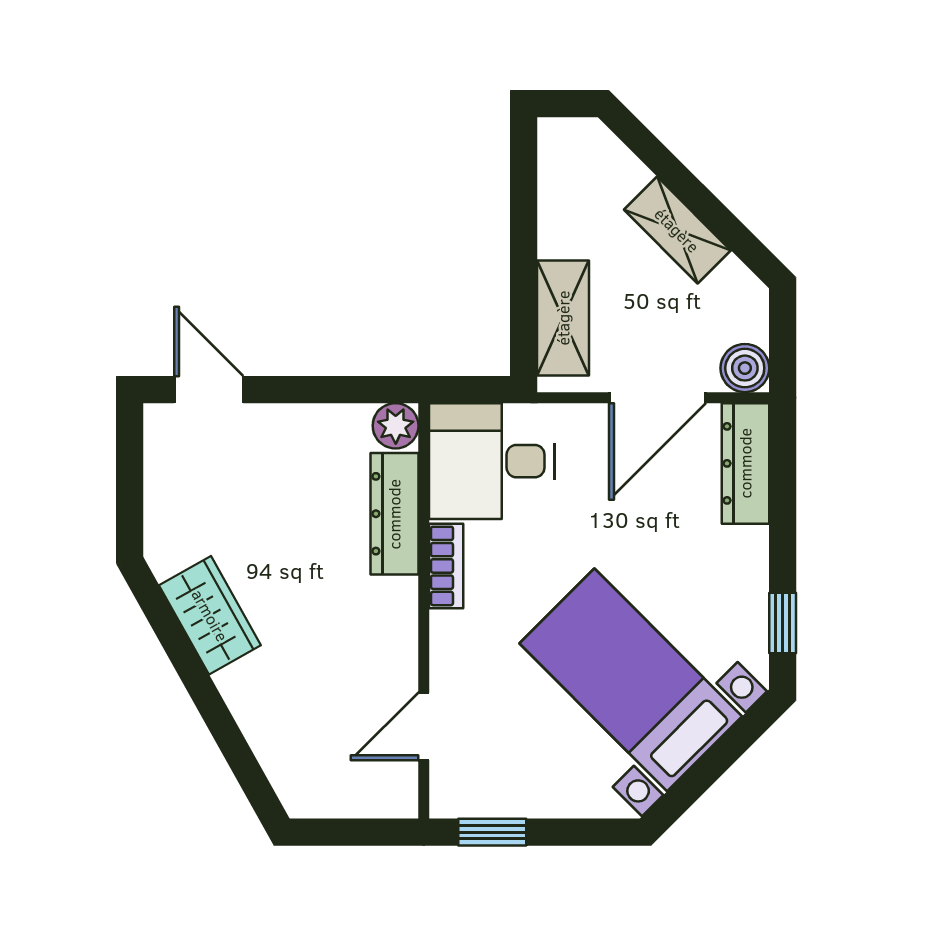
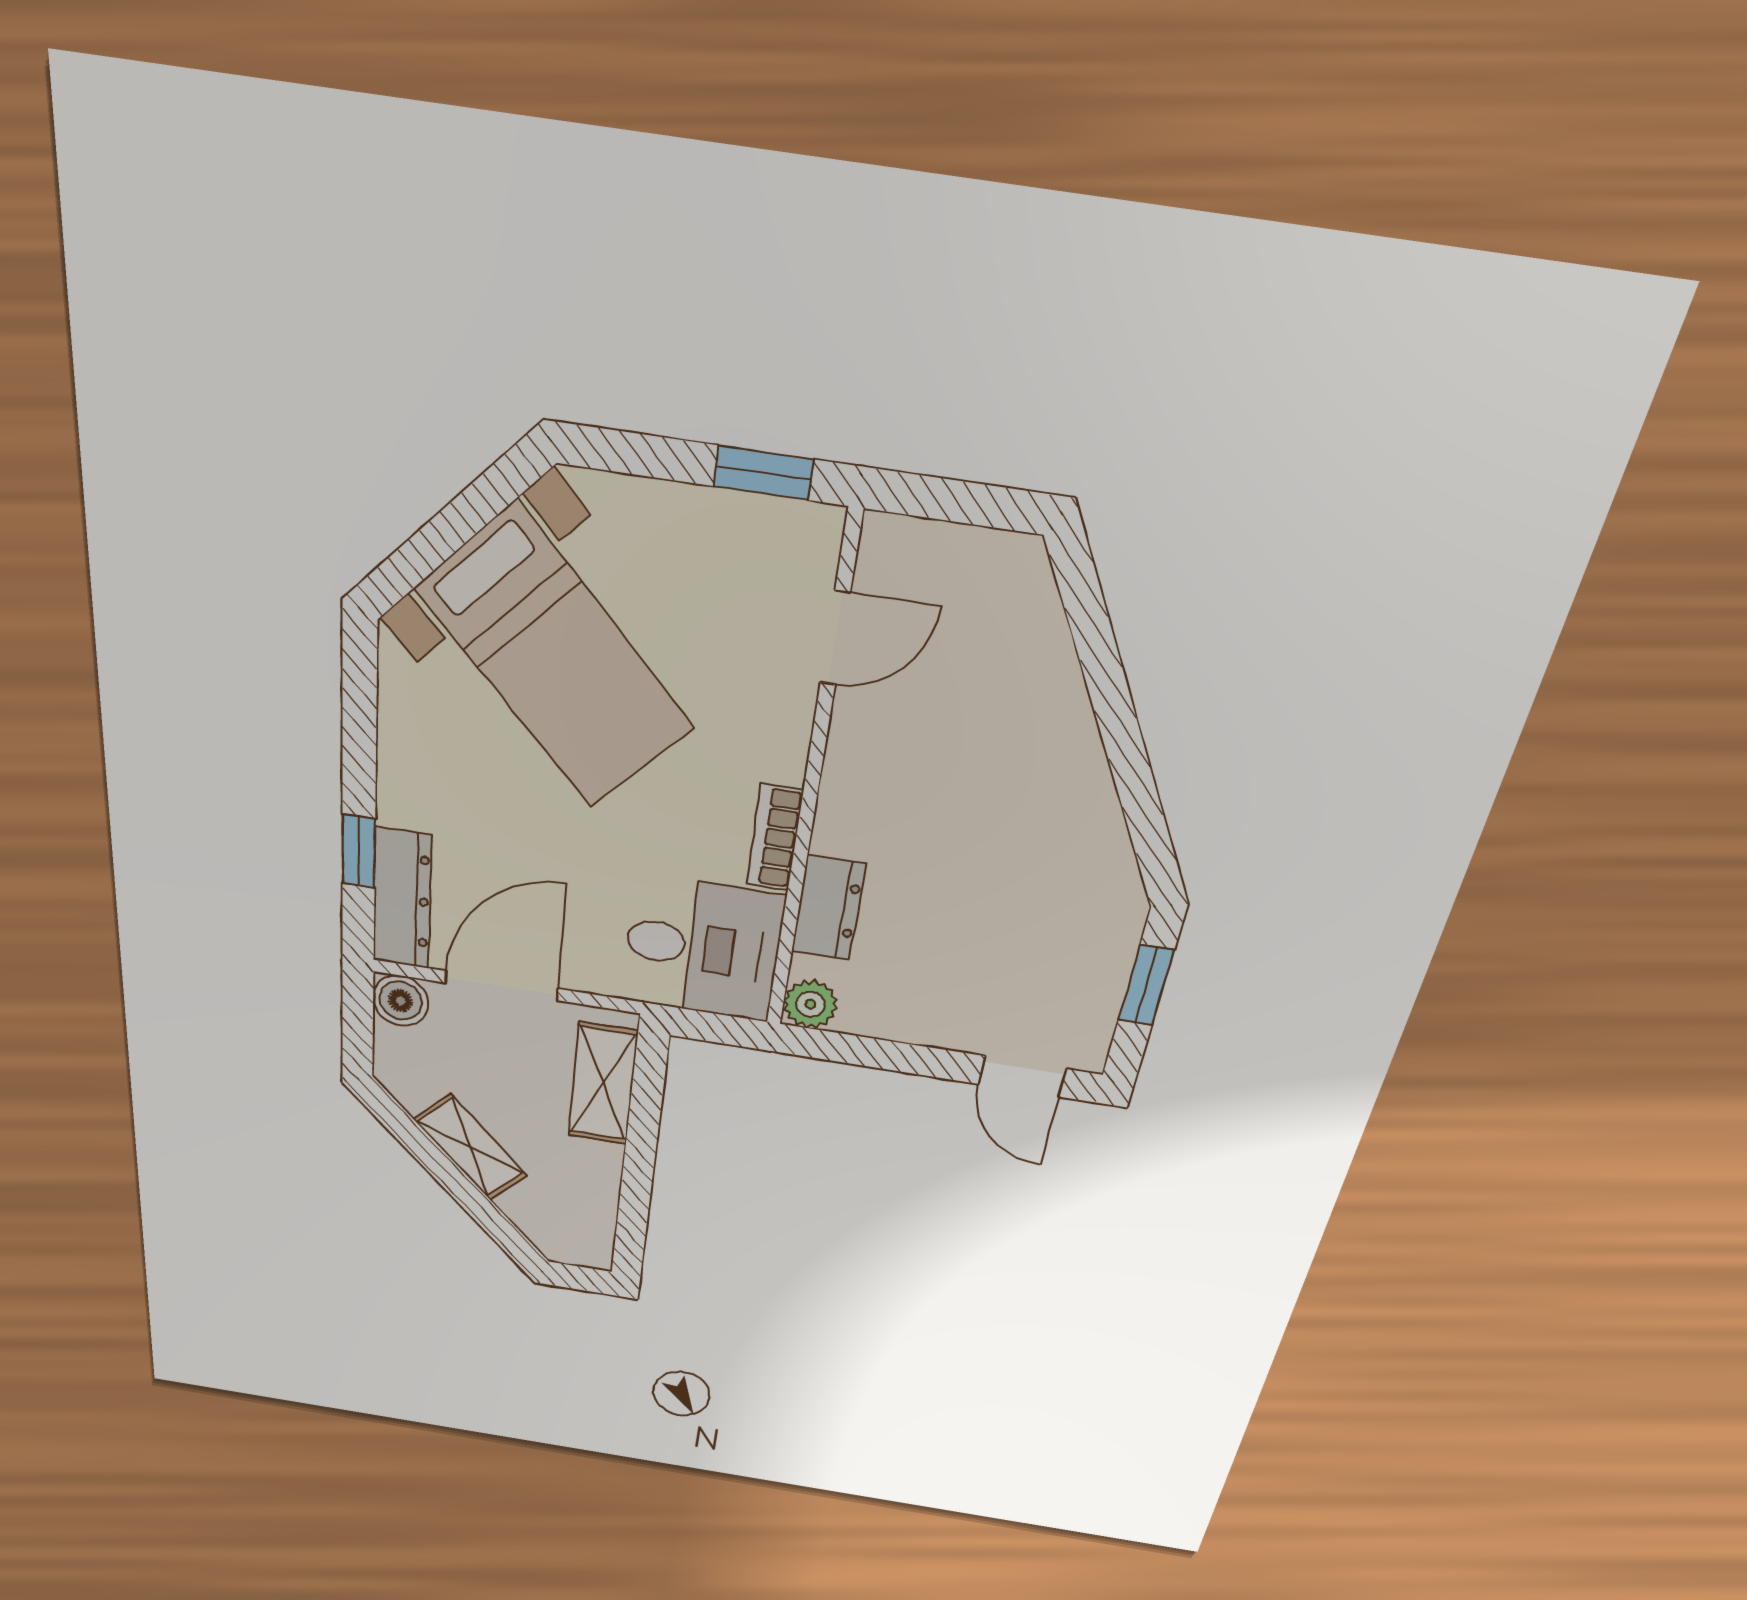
window: (130, 490) -> (1146, 985), added
dresser: (394, 514) -> (828, 908), width x0.70
wardrobe: (210, 615) -> (1085, 824), removed
window: (783, 623) -> (359, 851), moved

